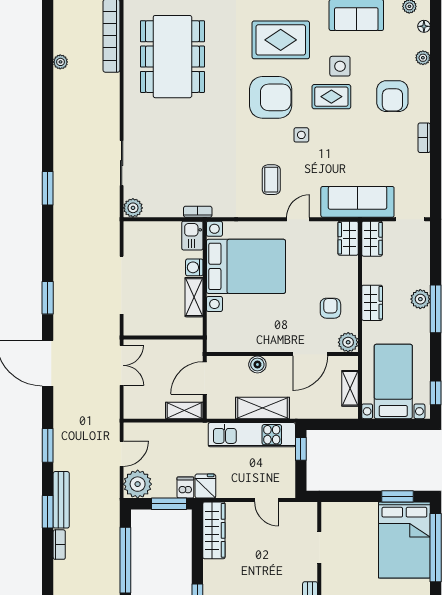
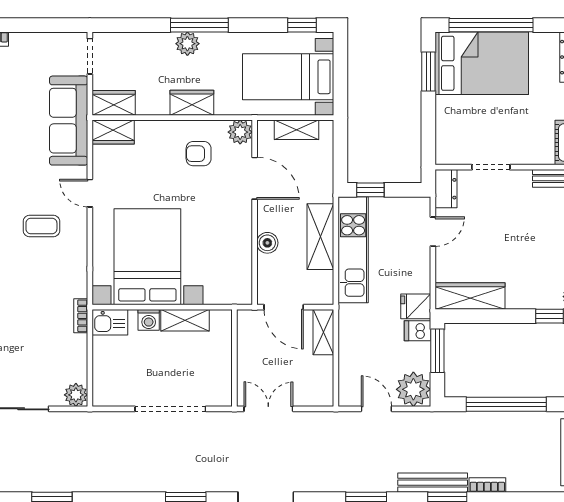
dresser: (302, 511) -> (446, 189), added

